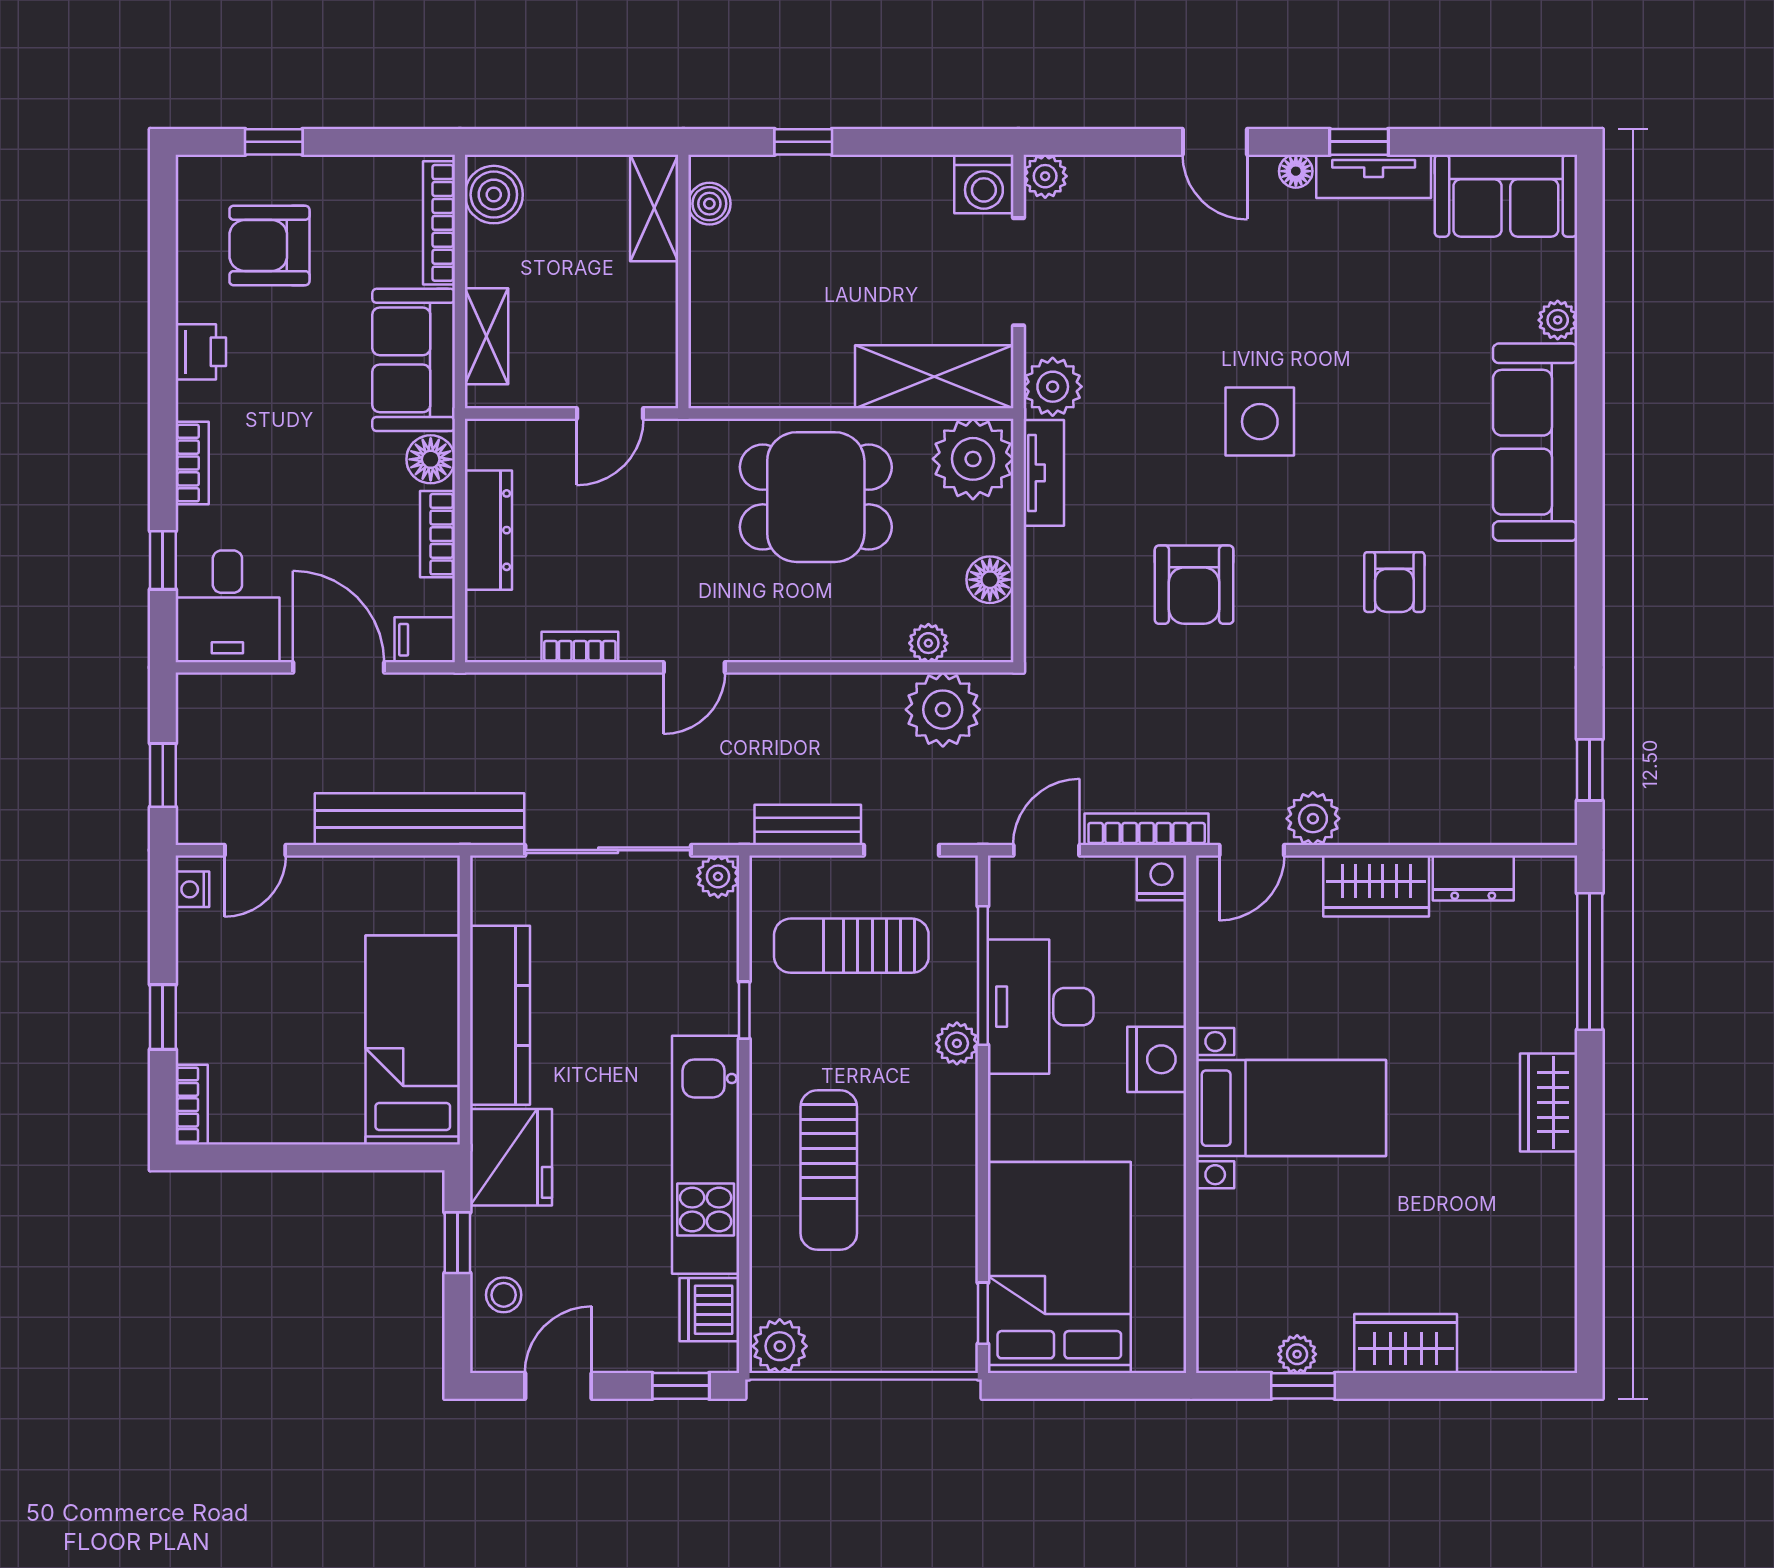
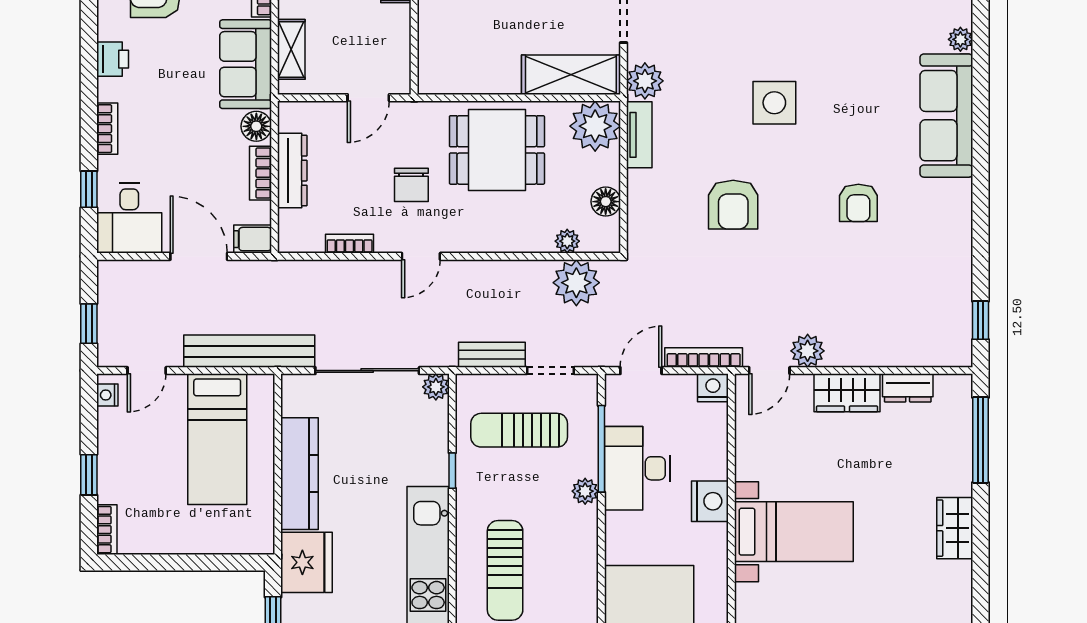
chair: (679, 553) -> (411, 185), added
bed: (413, 1040) -> (217, 439), moved, turned 180

